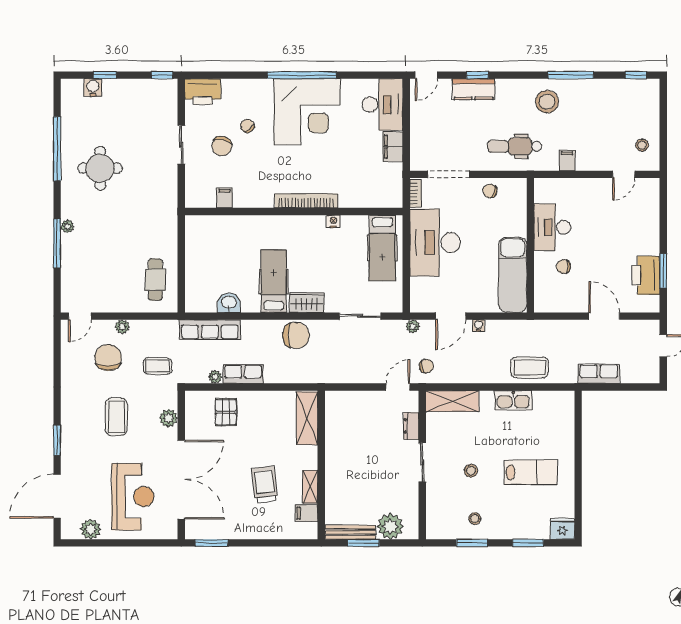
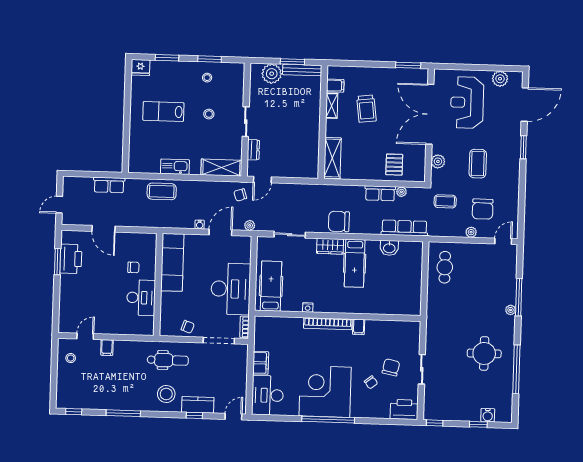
stool: (547, 102) -> (166, 394), moved
filing cabinet: (567, 160) -> (107, 348), moved
filing cabinet: (225, 198) -> (359, 327), moved

